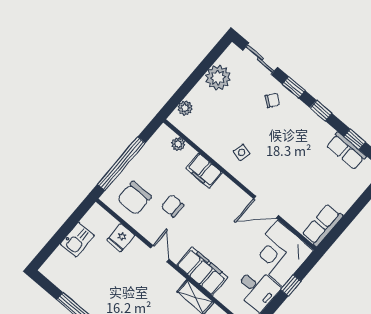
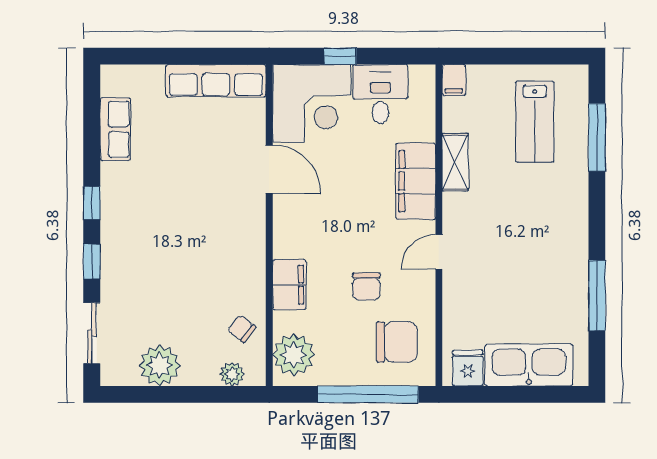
chair: (272, 100) -> (242, 329), moved
window: (355, 139) -> (92, 131), removed
plant: (178, 144) -> (294, 355), width x1.87, depth x1.87
side table: (242, 152) -> (227, 257), removed
row of seats: (322, 225) -> (216, 81), width x1.48
fridge: (121, 238) -> (468, 368), moved, turned -90
kitchen sink: (77, 240) -> (529, 365), width x1.87, depth x1.24

